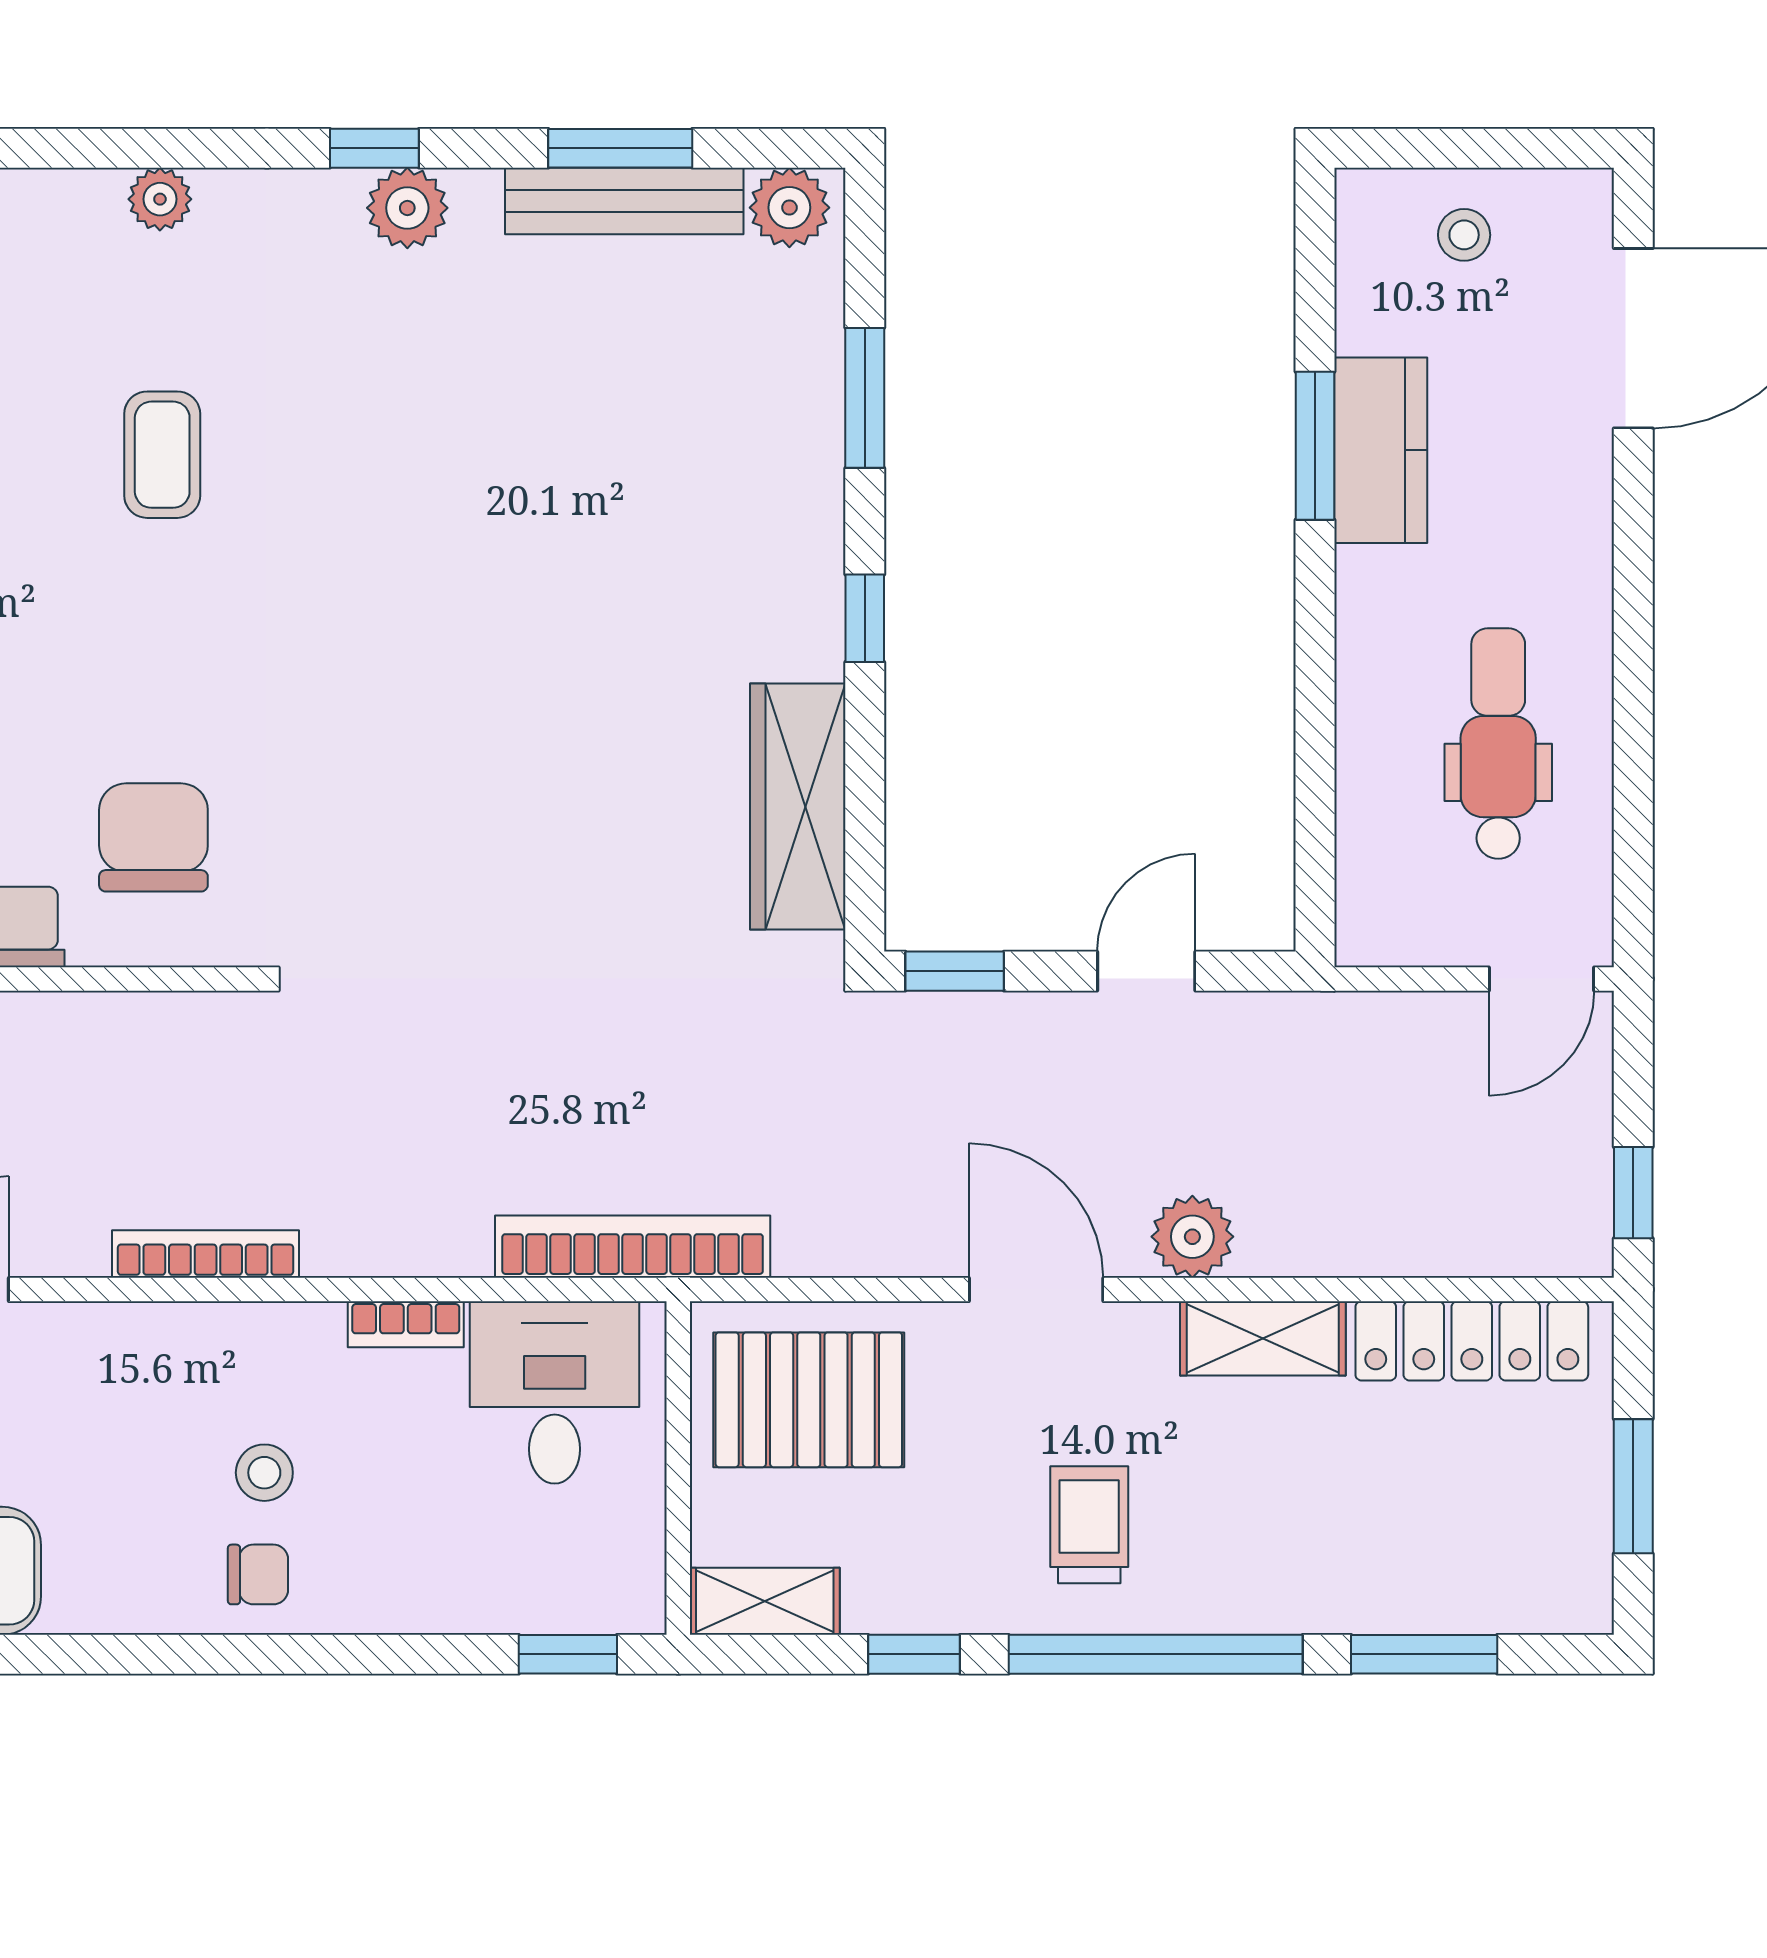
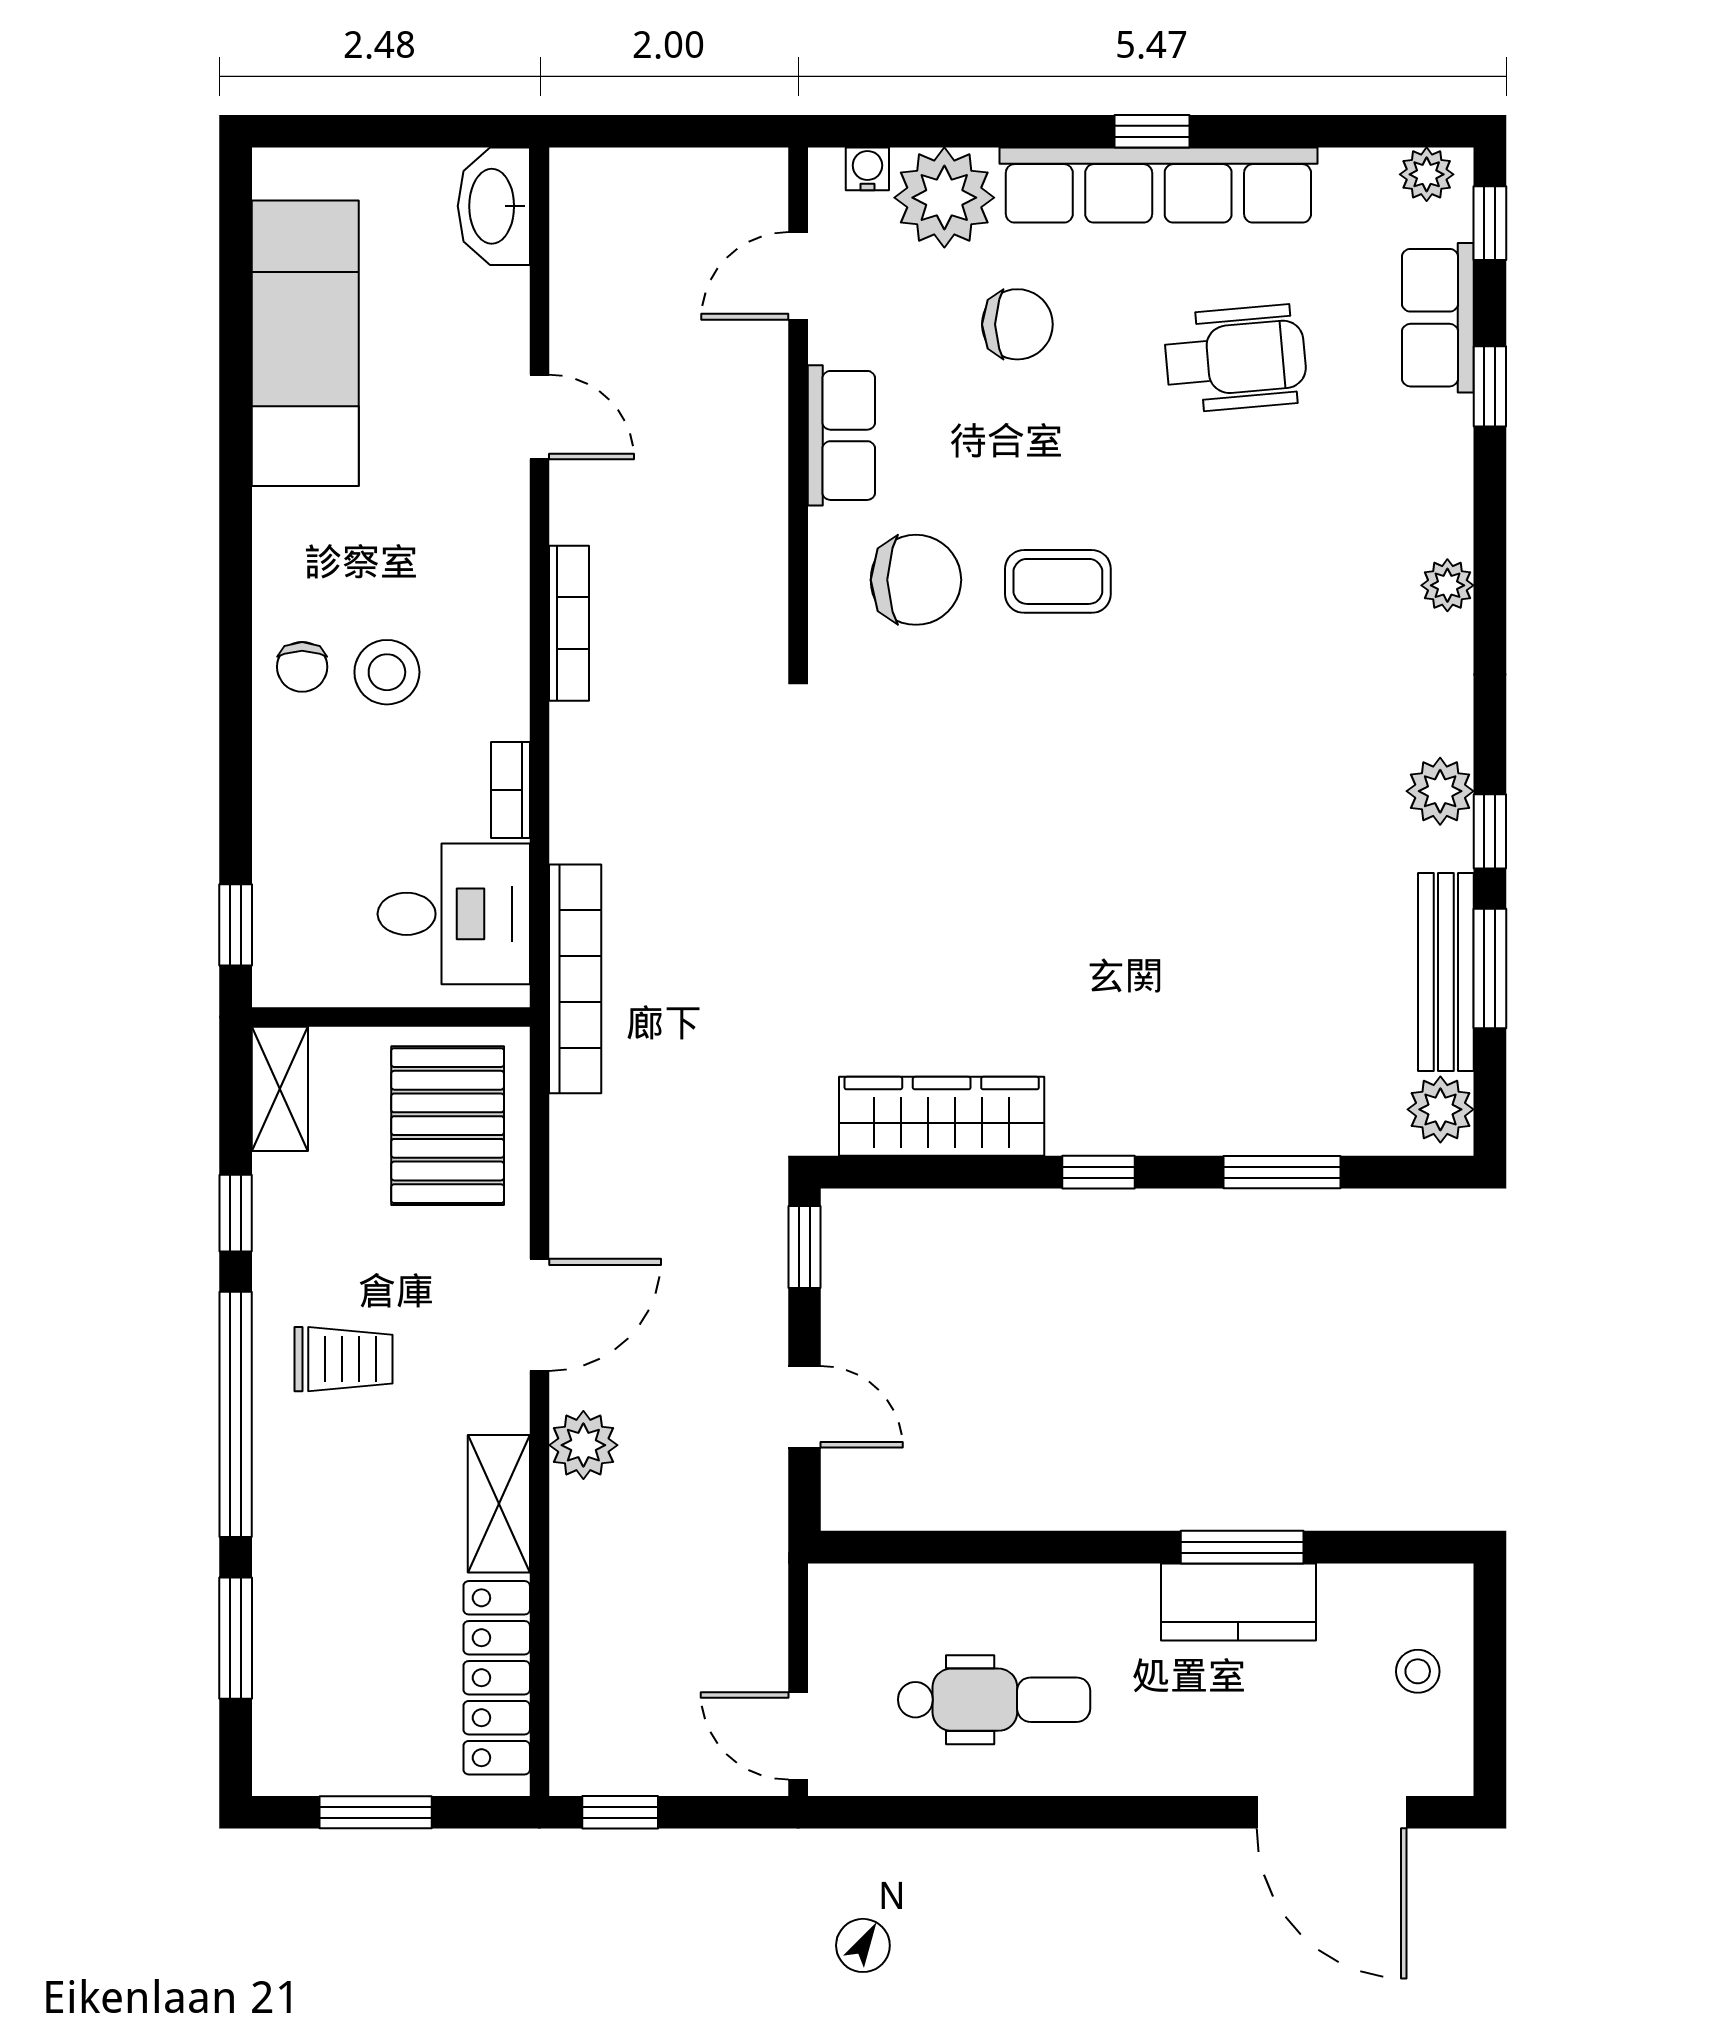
window: (374, 148) -> (1490, 831), moved
coffee table: (162, 455) -> (1058, 581), moved
stool: (264, 1473) -> (387, 672), width x1.37, depth x1.37

